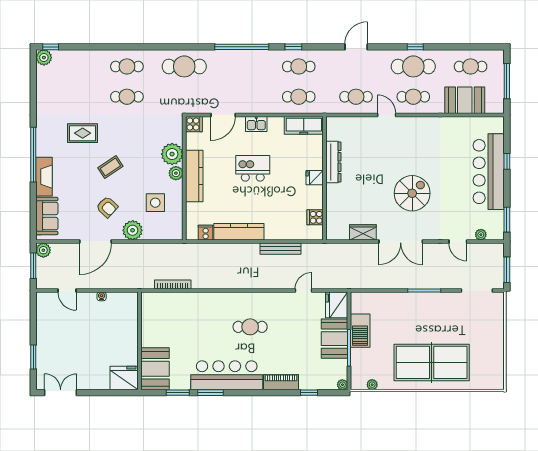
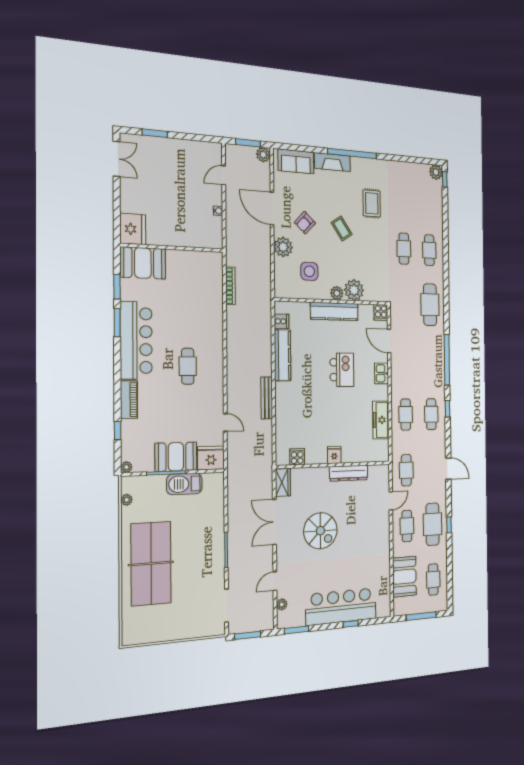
dresser: (333, 162) -> (349, 473), moved
fridge: (315, 178) -> (334, 455), moved
wall: (325, 178) -> (334, 465), moved
cooker: (315, 217) -> (297, 457), moved

